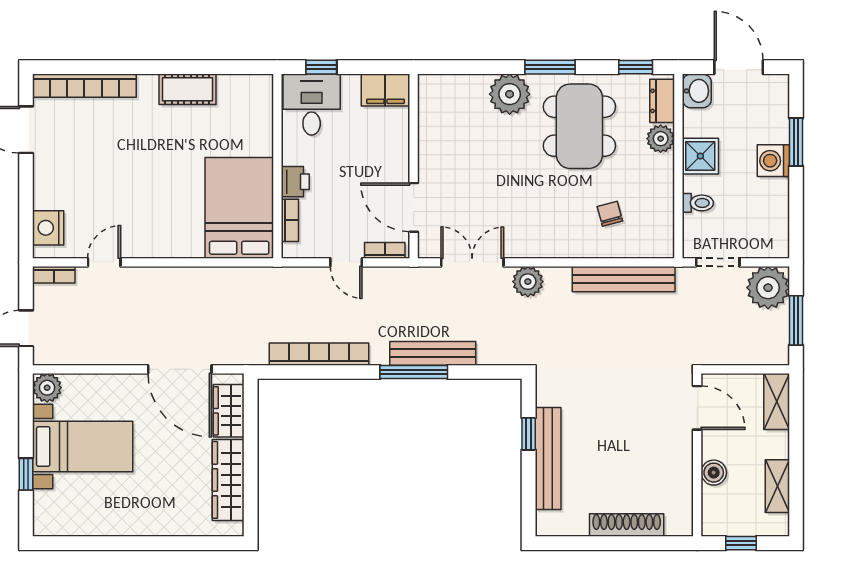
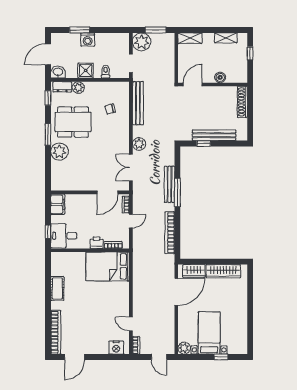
door: (697, 408) -> (193, 84), moved
wall: (697, 455) -> (213, 84), moved
boiler: (714, 473) -> (220, 77), moved

